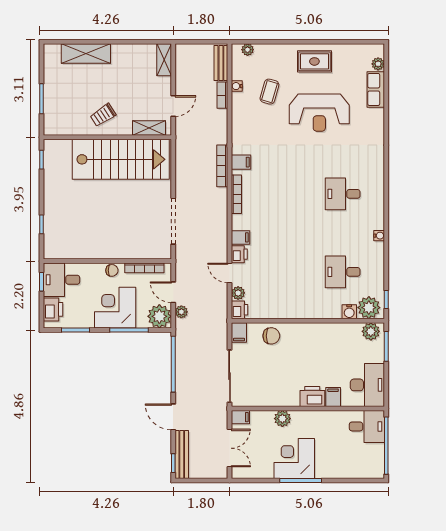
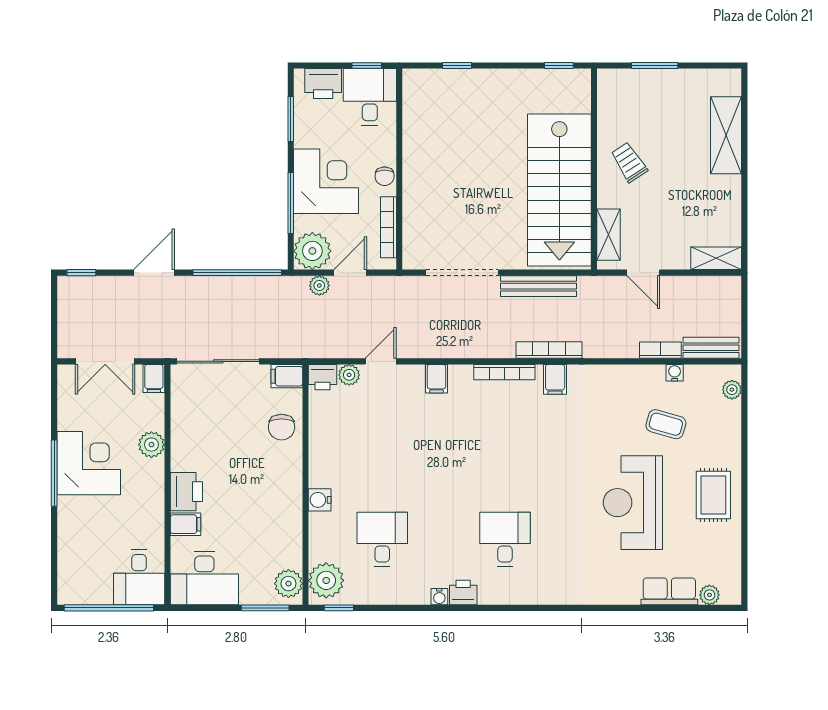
printer: (239, 254) -> (463, 593), moved, turned 180
water cooler: (349, 312) -> (320, 500), moved
bench: (182, 455) -> (539, 286), moved

